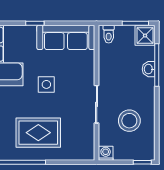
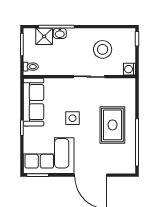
shower: (145, 36) -> (44, 36), moved

